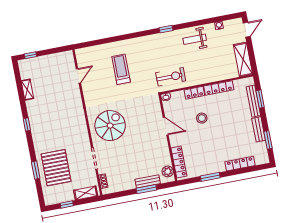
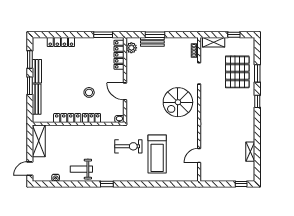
weight bench: (195, 39) -> (81, 169), turned 180
treadmill: (121, 69) -> (157, 154), width x1.37, depth x1.38
exercise bike: (171, 77) -> (128, 146), moved, turned 180
window: (260, 99) -> (30, 86), moved
window: (27, 125) -> (257, 101), moved
window: (210, 177) -> (103, 35), moved

